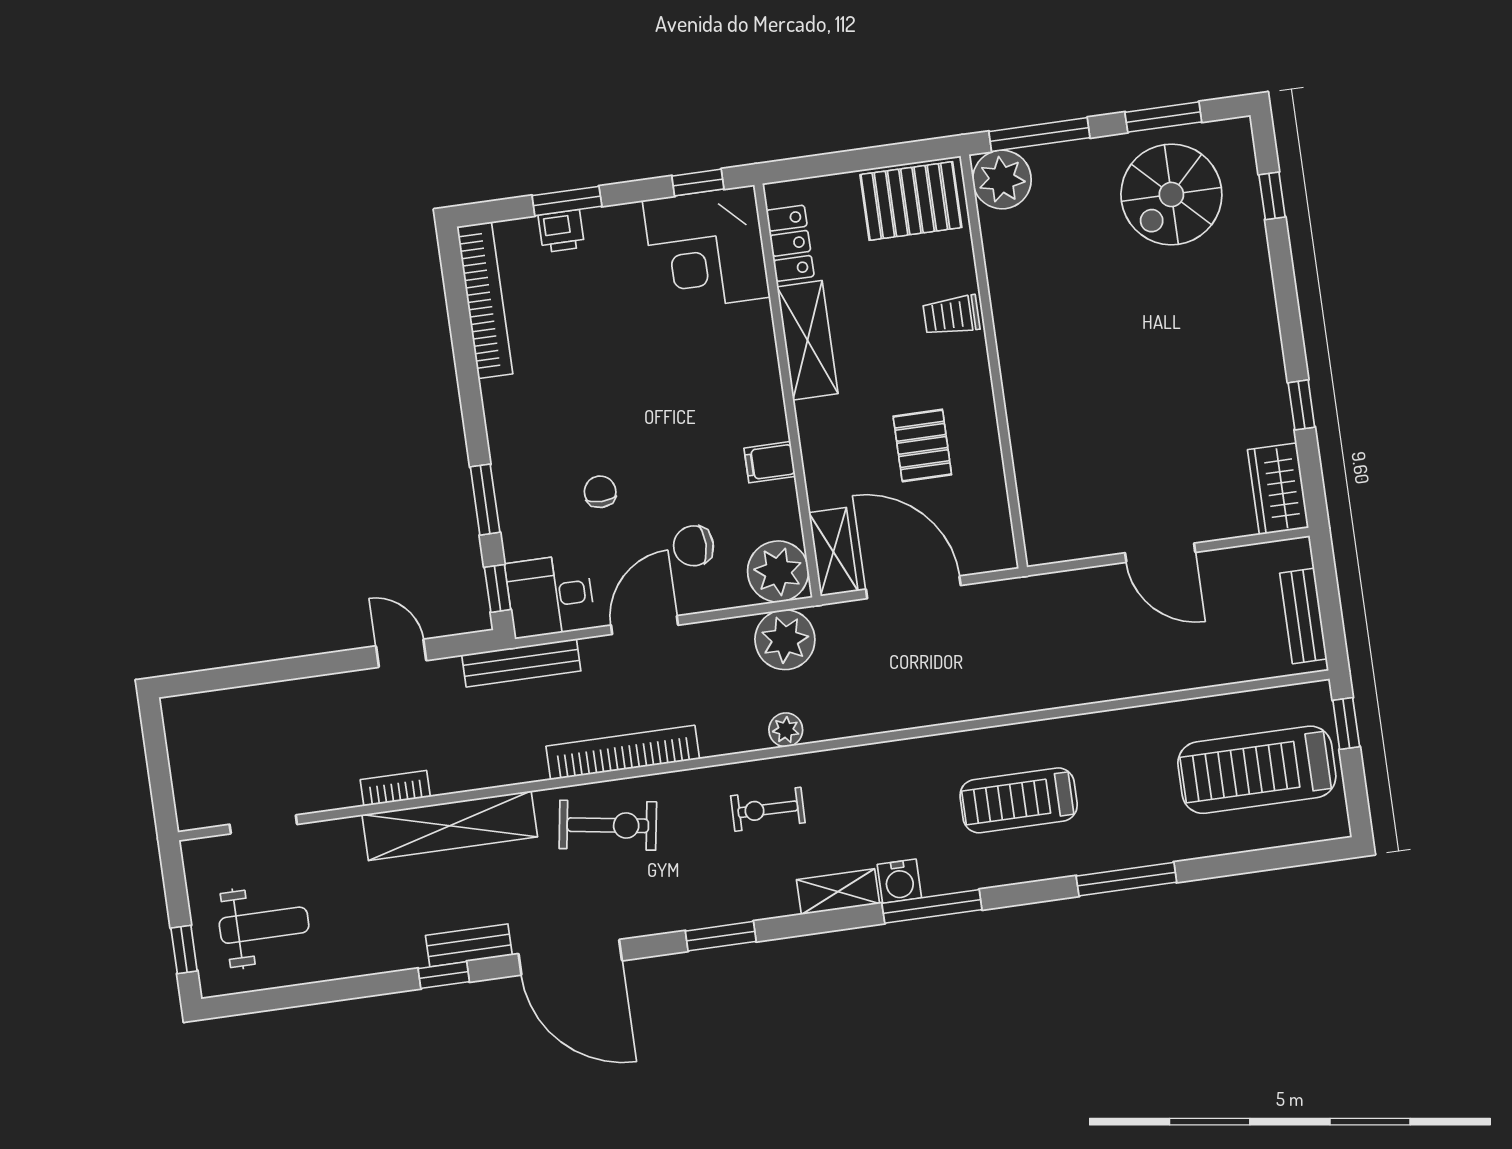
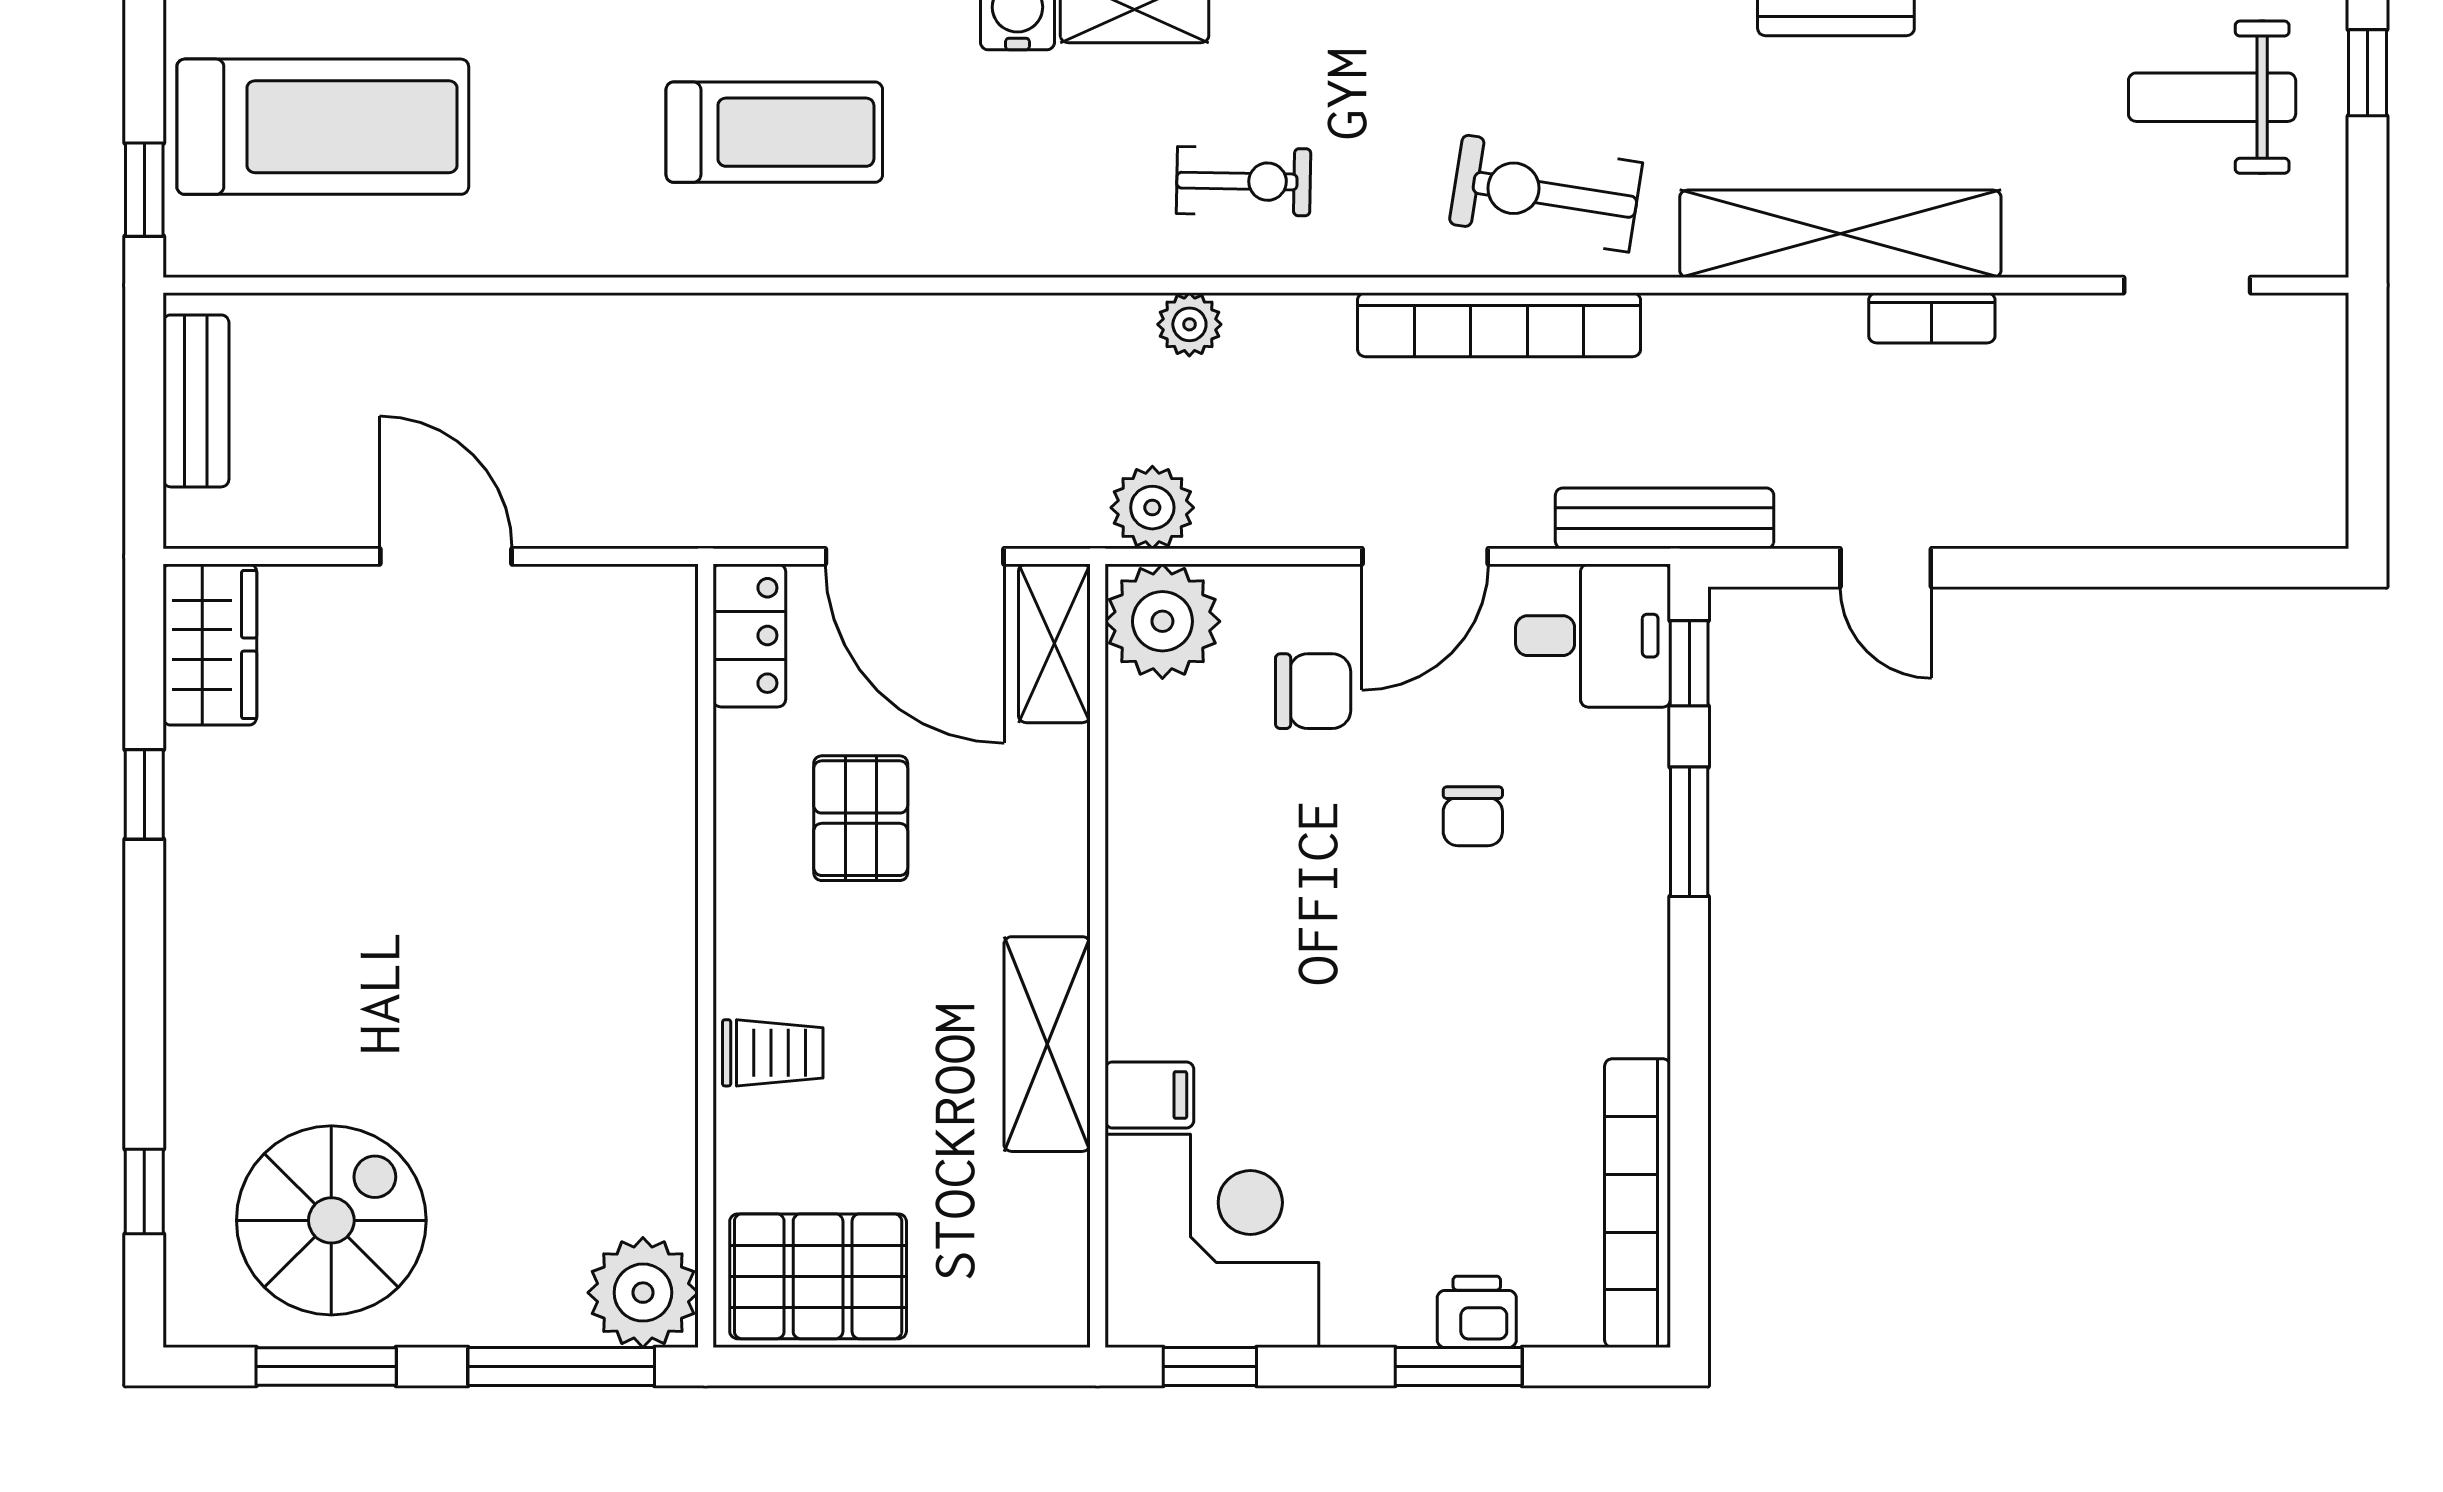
locker: (790, 243) -> (749, 635), moved, turned 180
filing cabinet: (770, 462) -> (1149, 1095), moved
plant: (785, 640) -> (1152, 508), width x0.73, depth x0.73

